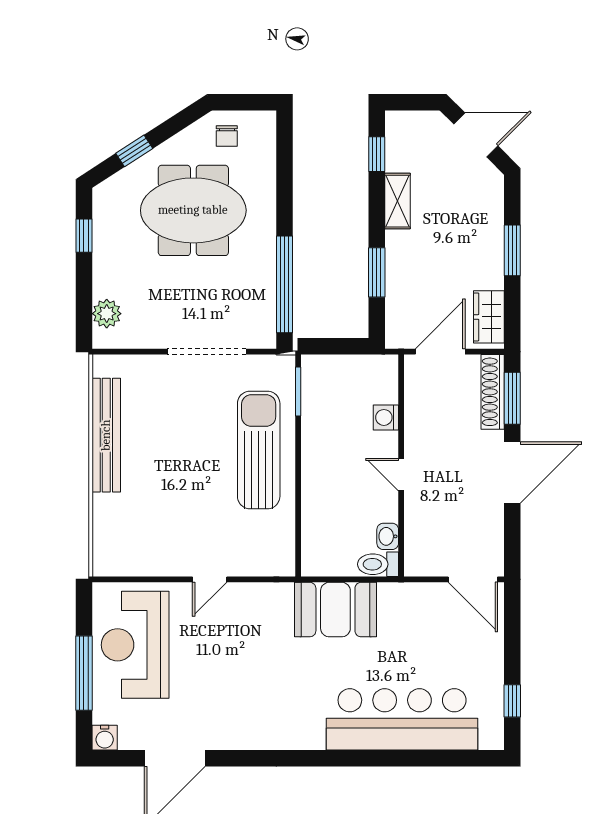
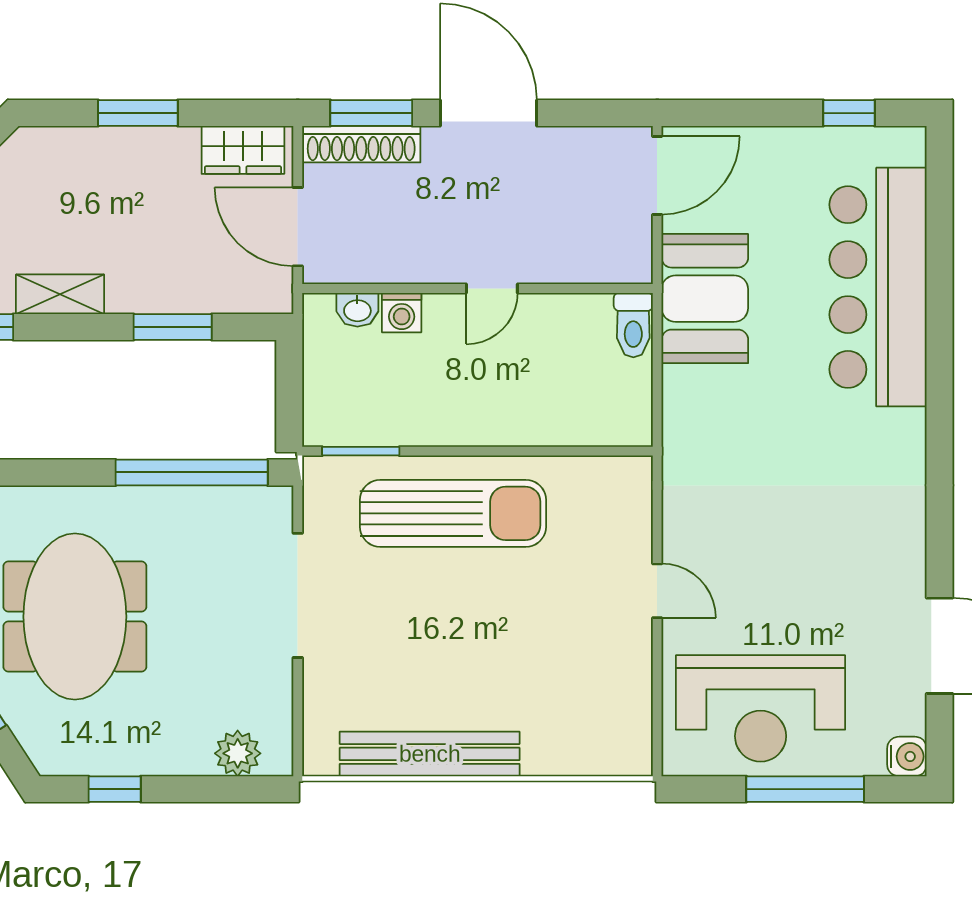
sun lounger: (259, 450) -> (453, 513), turned 180
washbasin: (388, 536) -> (357, 310), moved
booth: (335, 610) -> (705, 299), moved

